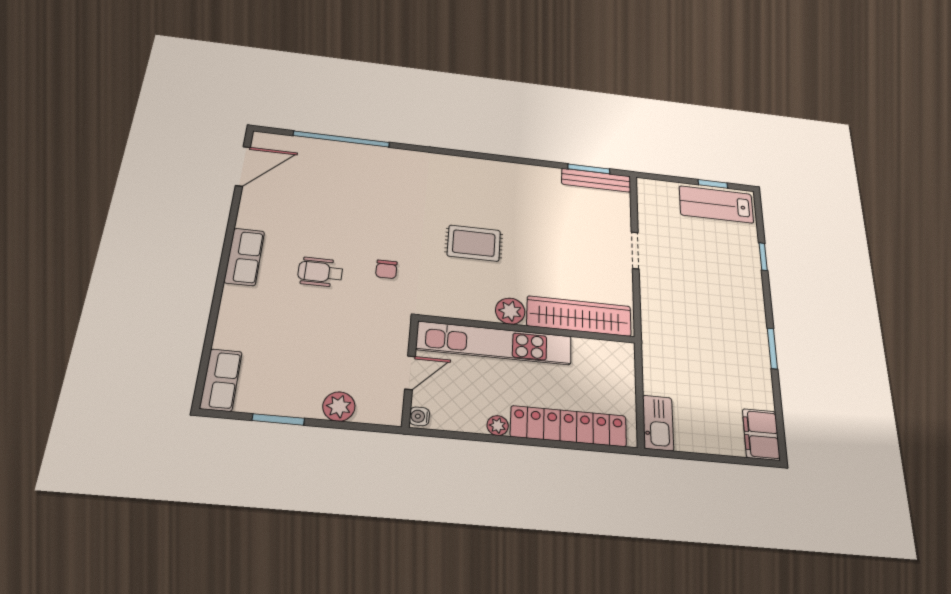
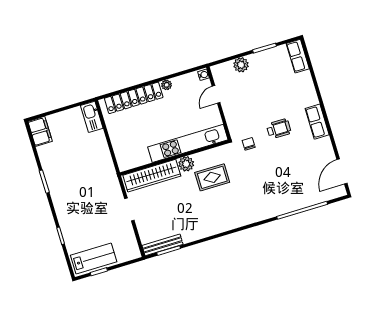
plant: (510, 311) -> (186, 164), moved
wardrobe: (579, 316) -> (152, 176), moved
wall: (528, 329) -> (174, 158), moved
kitchen unit: (494, 343) -> (188, 143), moved

